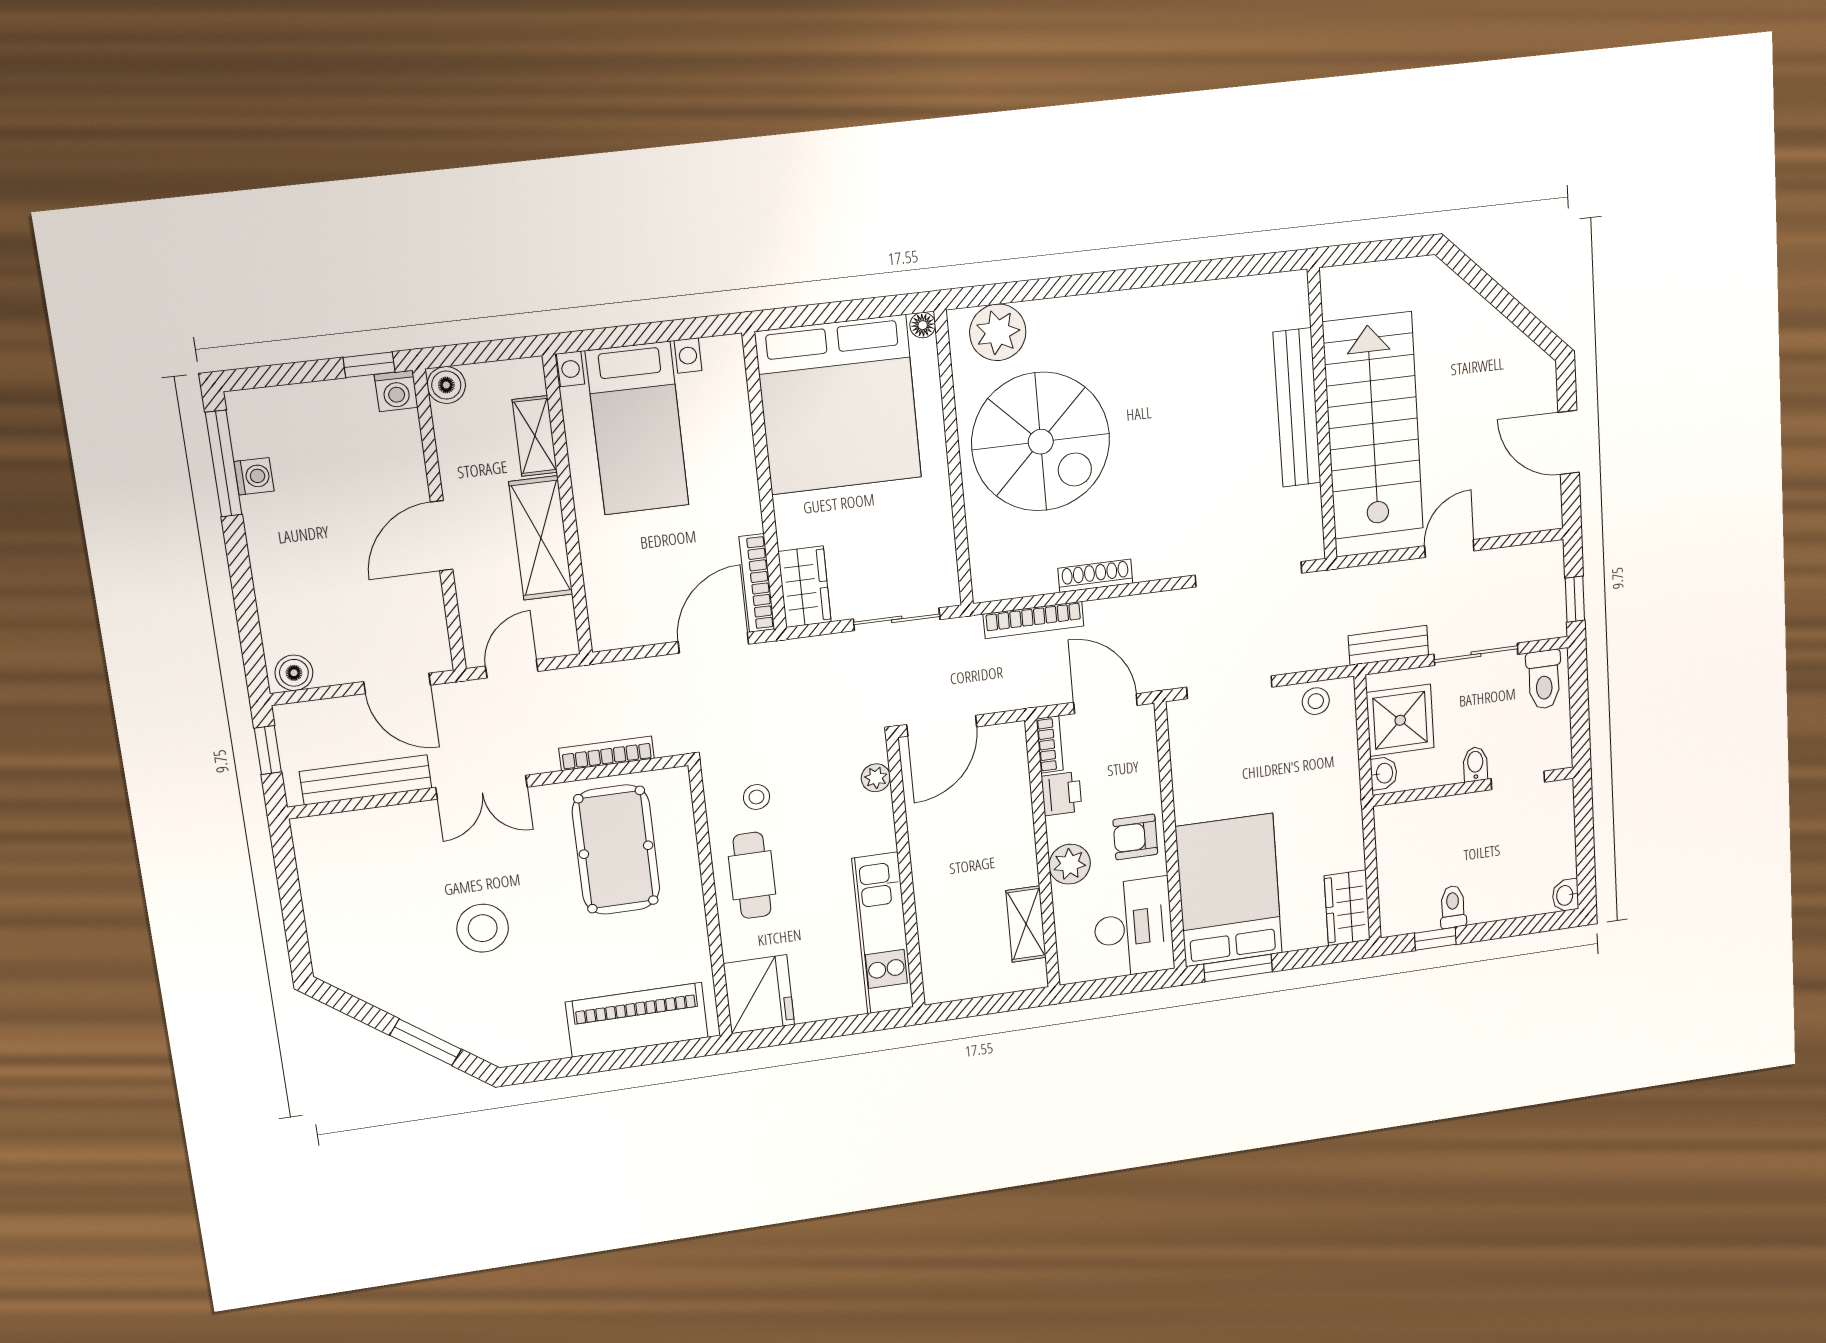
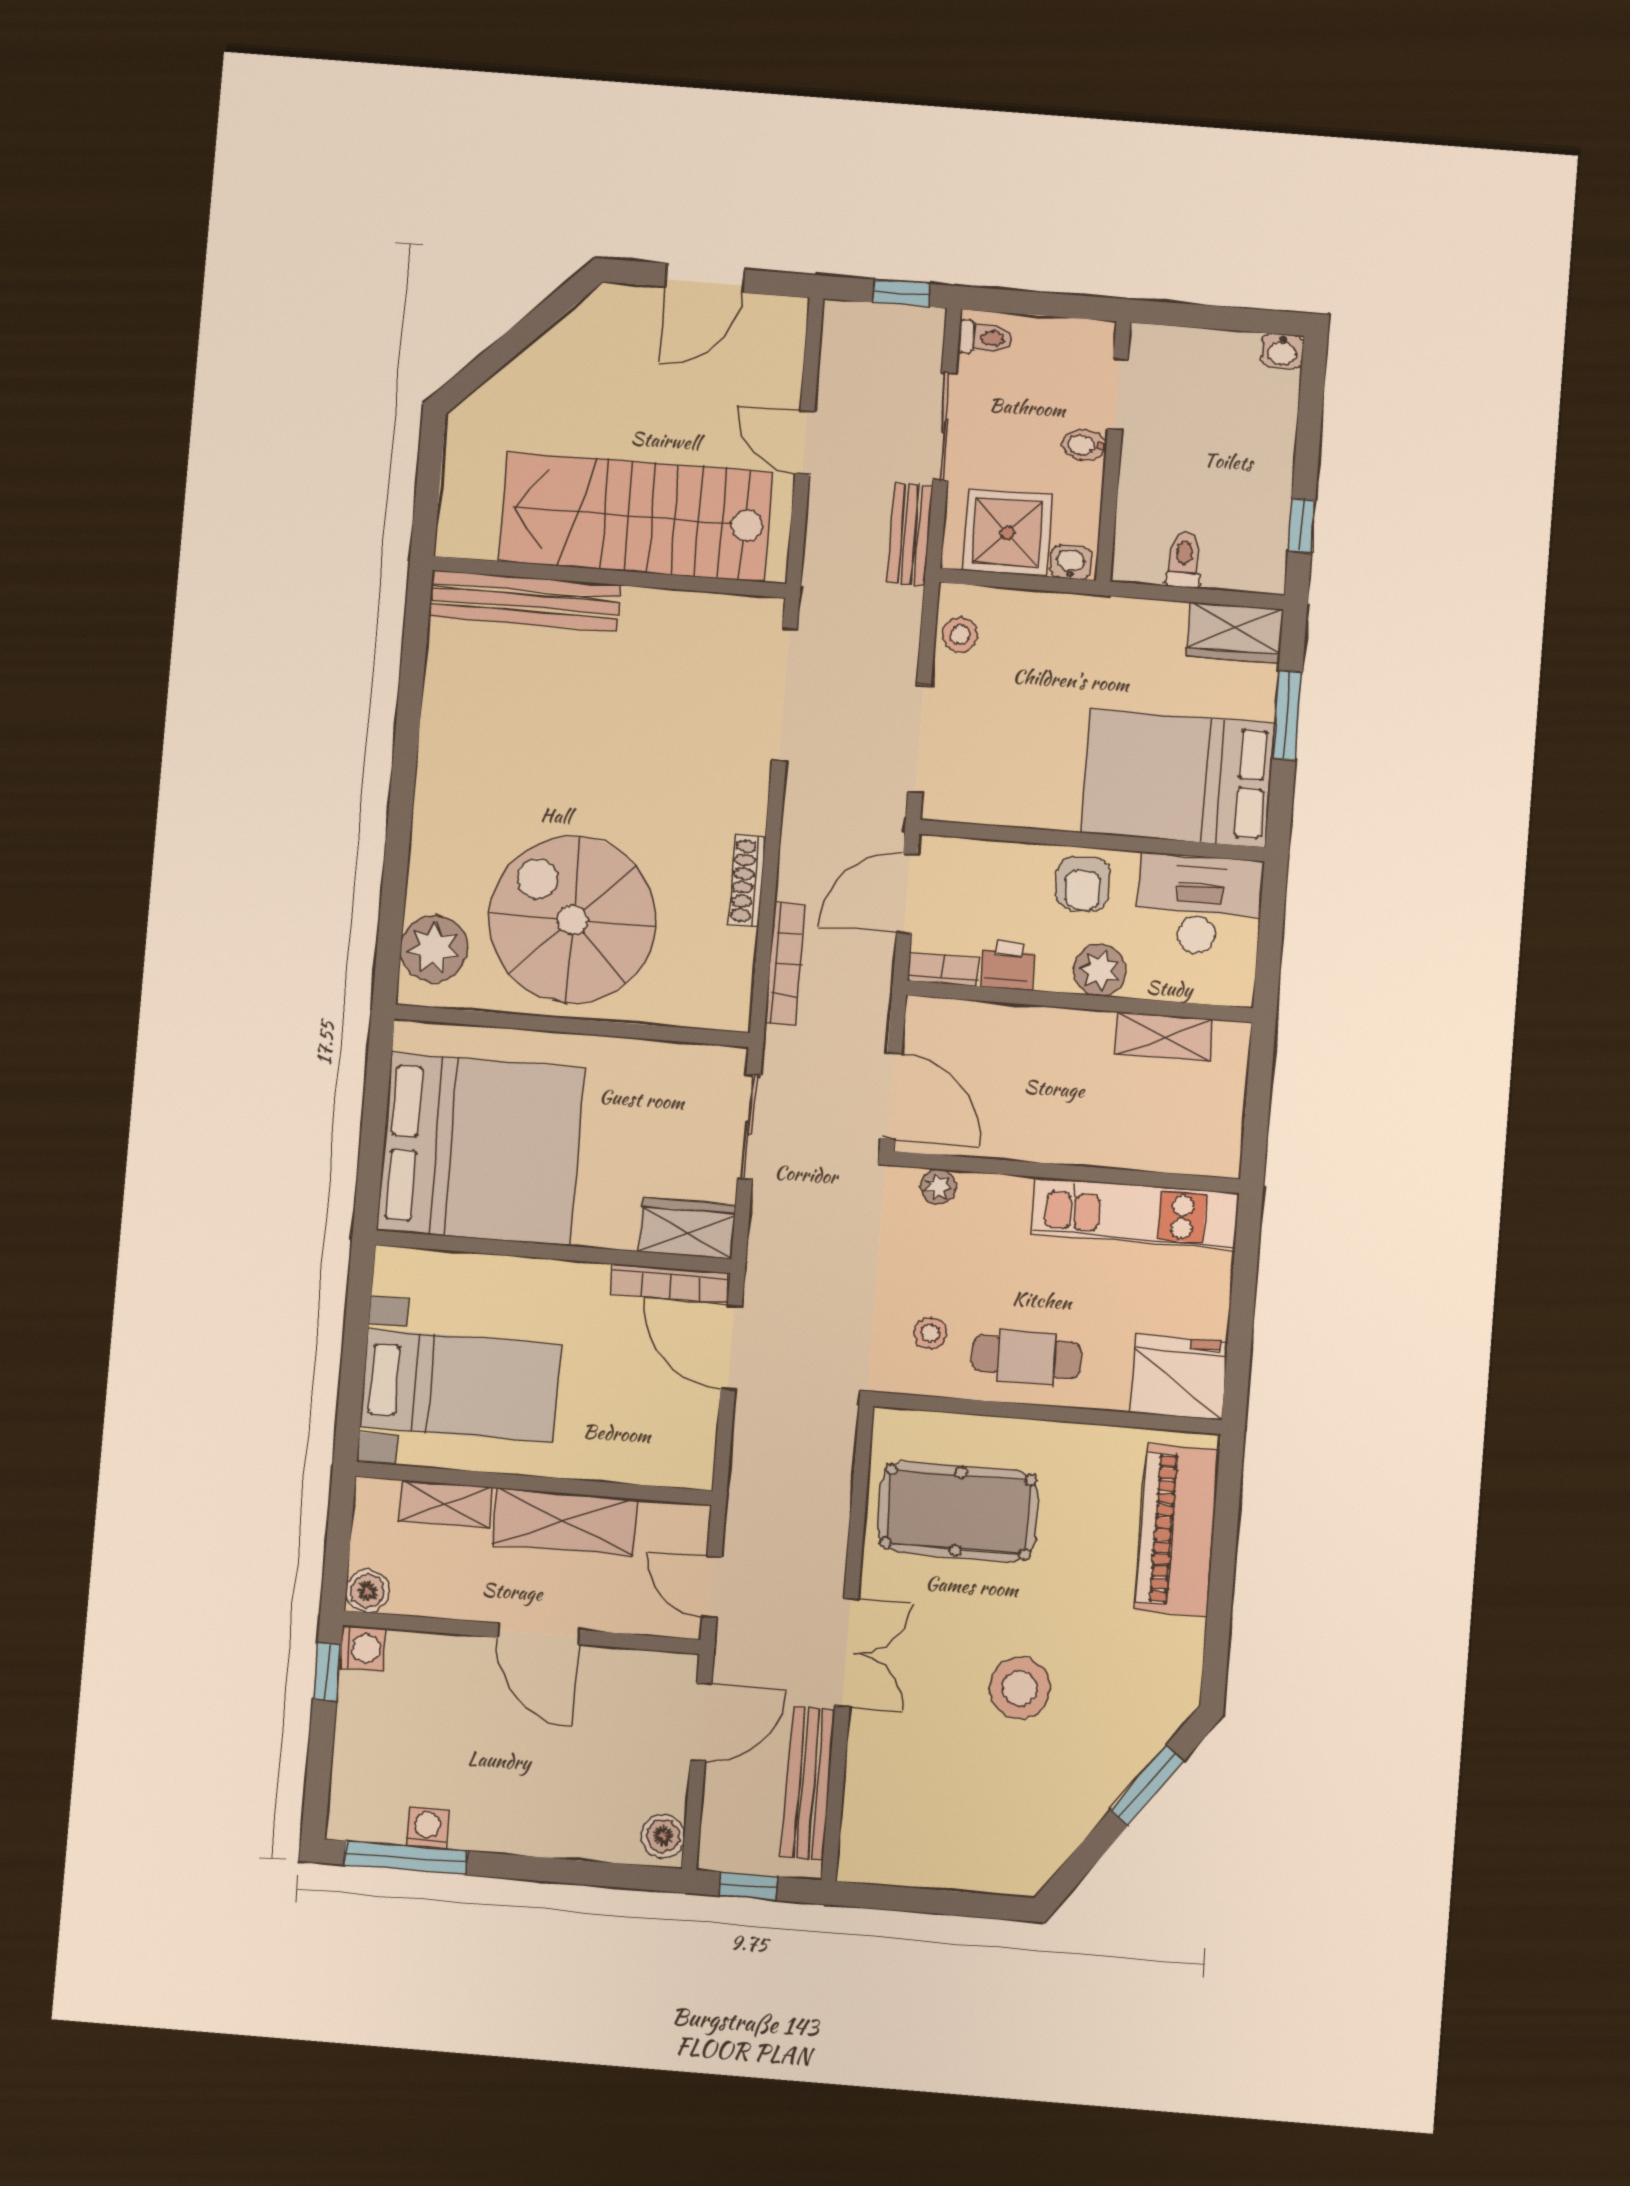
floor lamp: (923, 325) -> (408, 1035), removed
bench: (1297, 408) -> (525, 601), moved
spiral stairs: (1041, 442) -> (572, 920), turned -90
toilet: (1544, 680) -> (985, 338), width x0.73, depth x0.72
bookcase: (607, 753) -> (838, 1499), removed
toilet: (1453, 907) -> (1184, 560), moved, turned 90
window: (1238, 968) -> (1287, 715), moved

